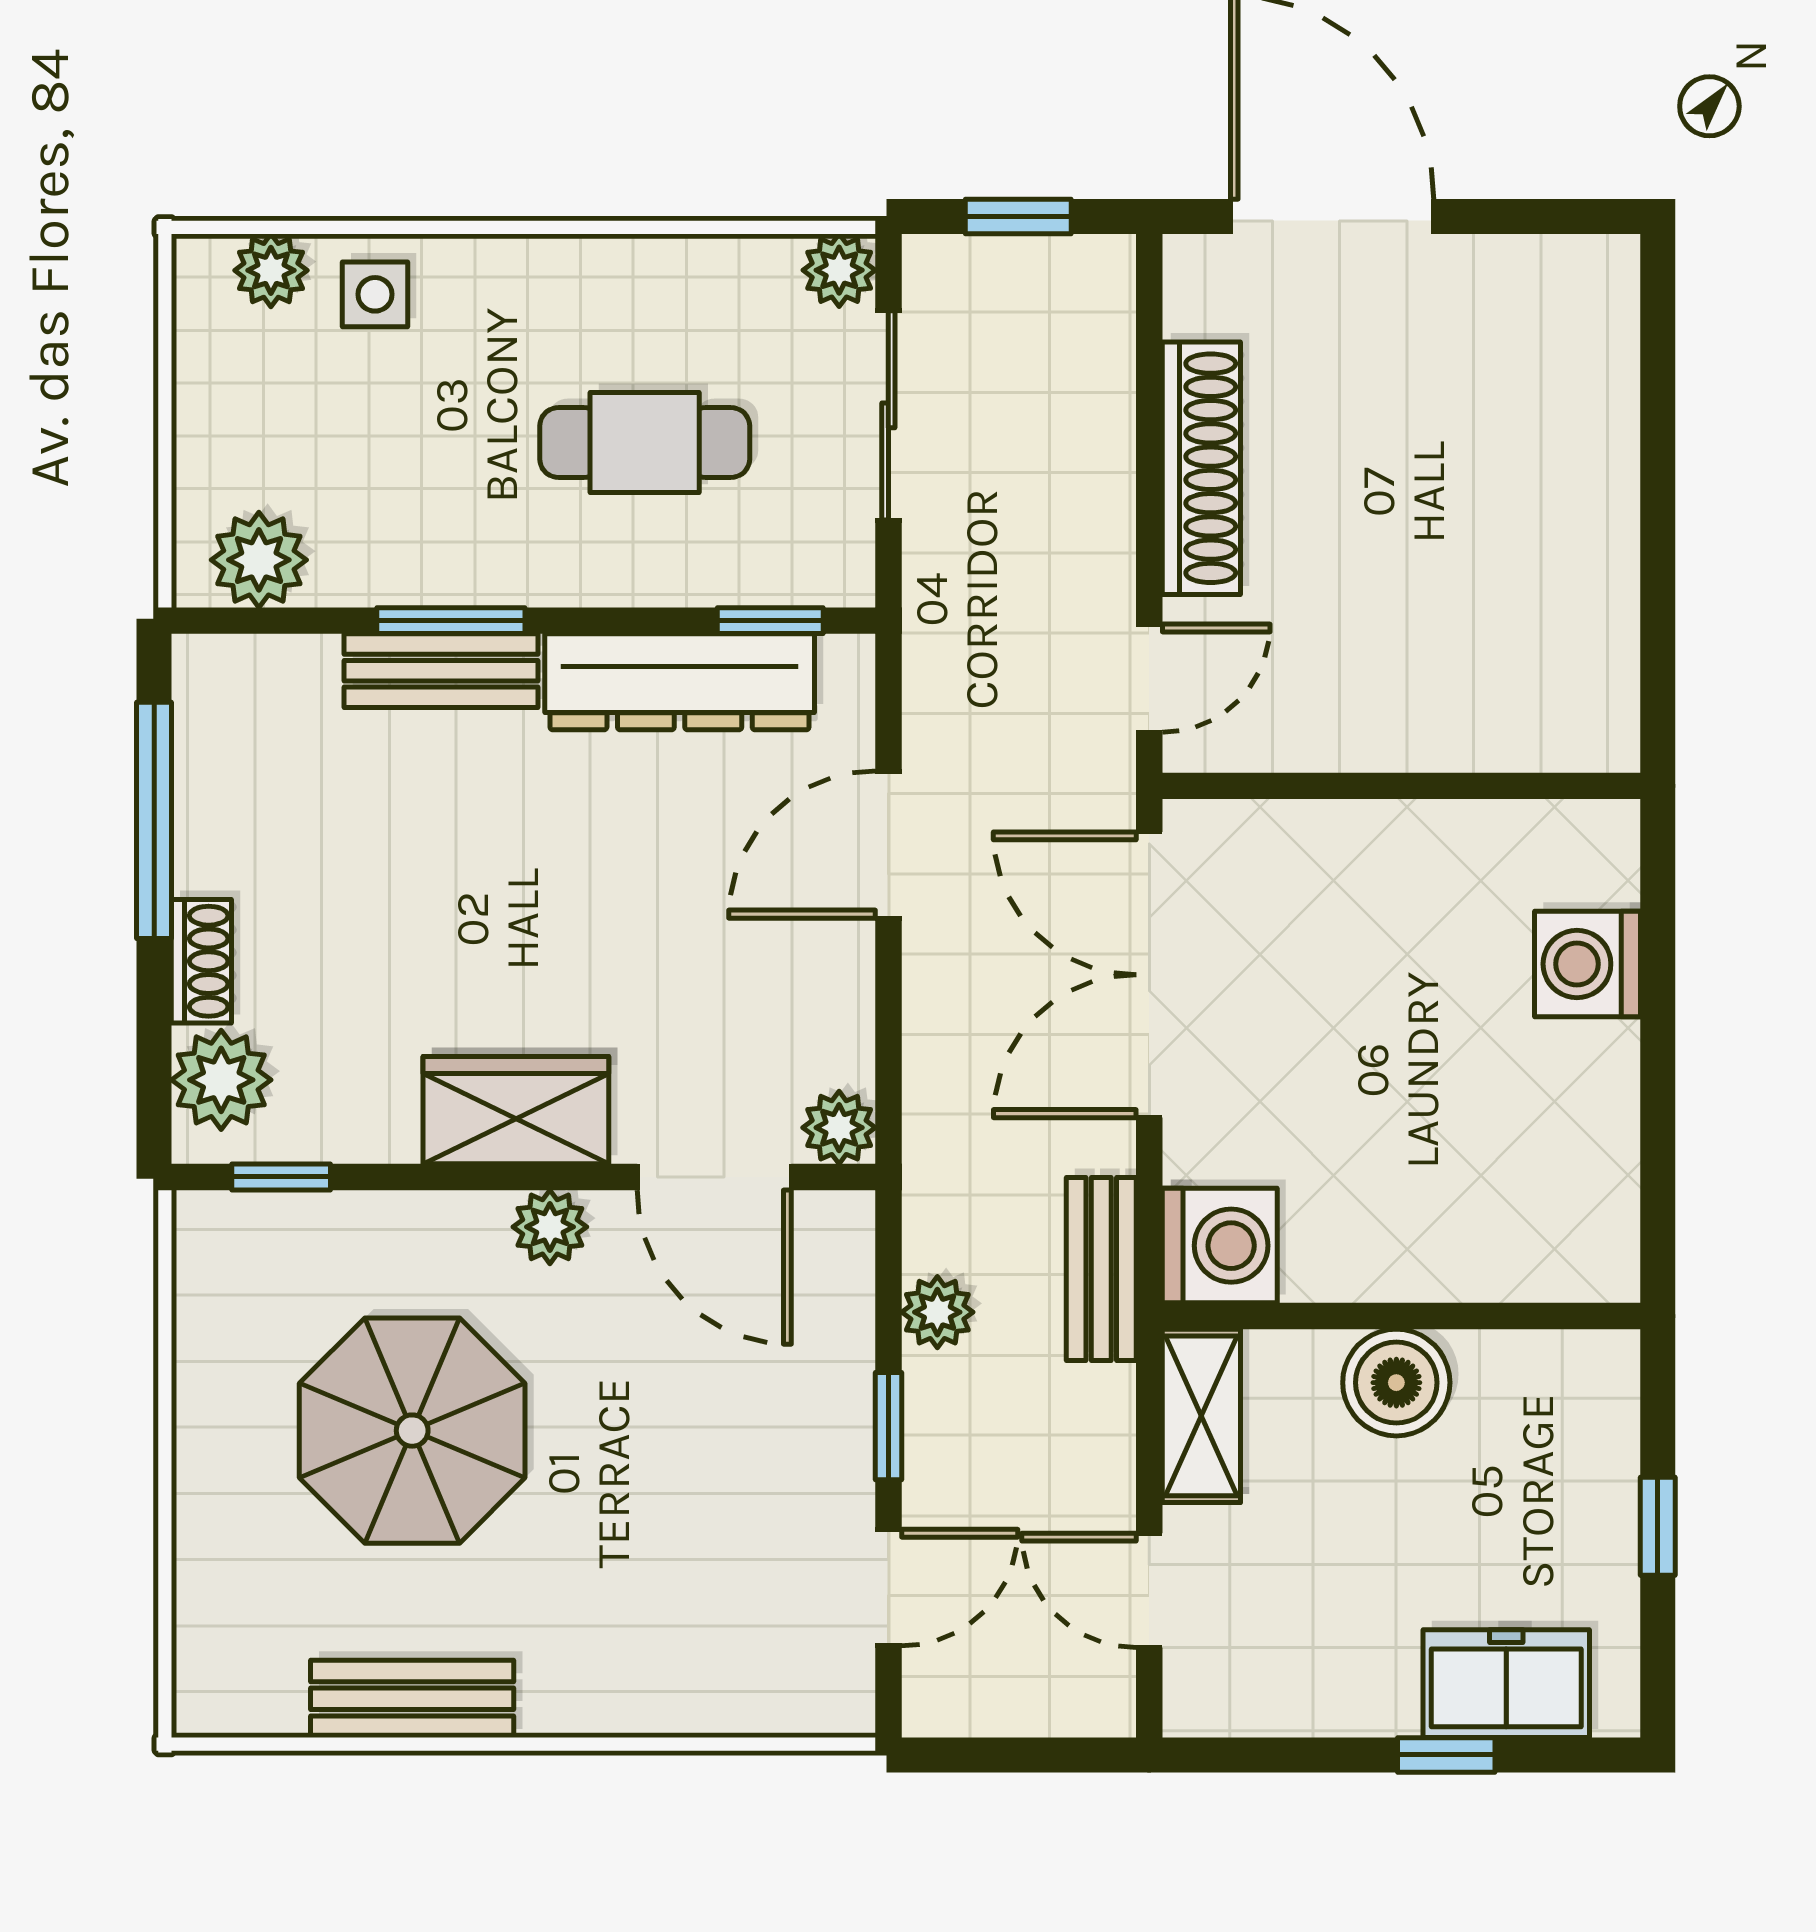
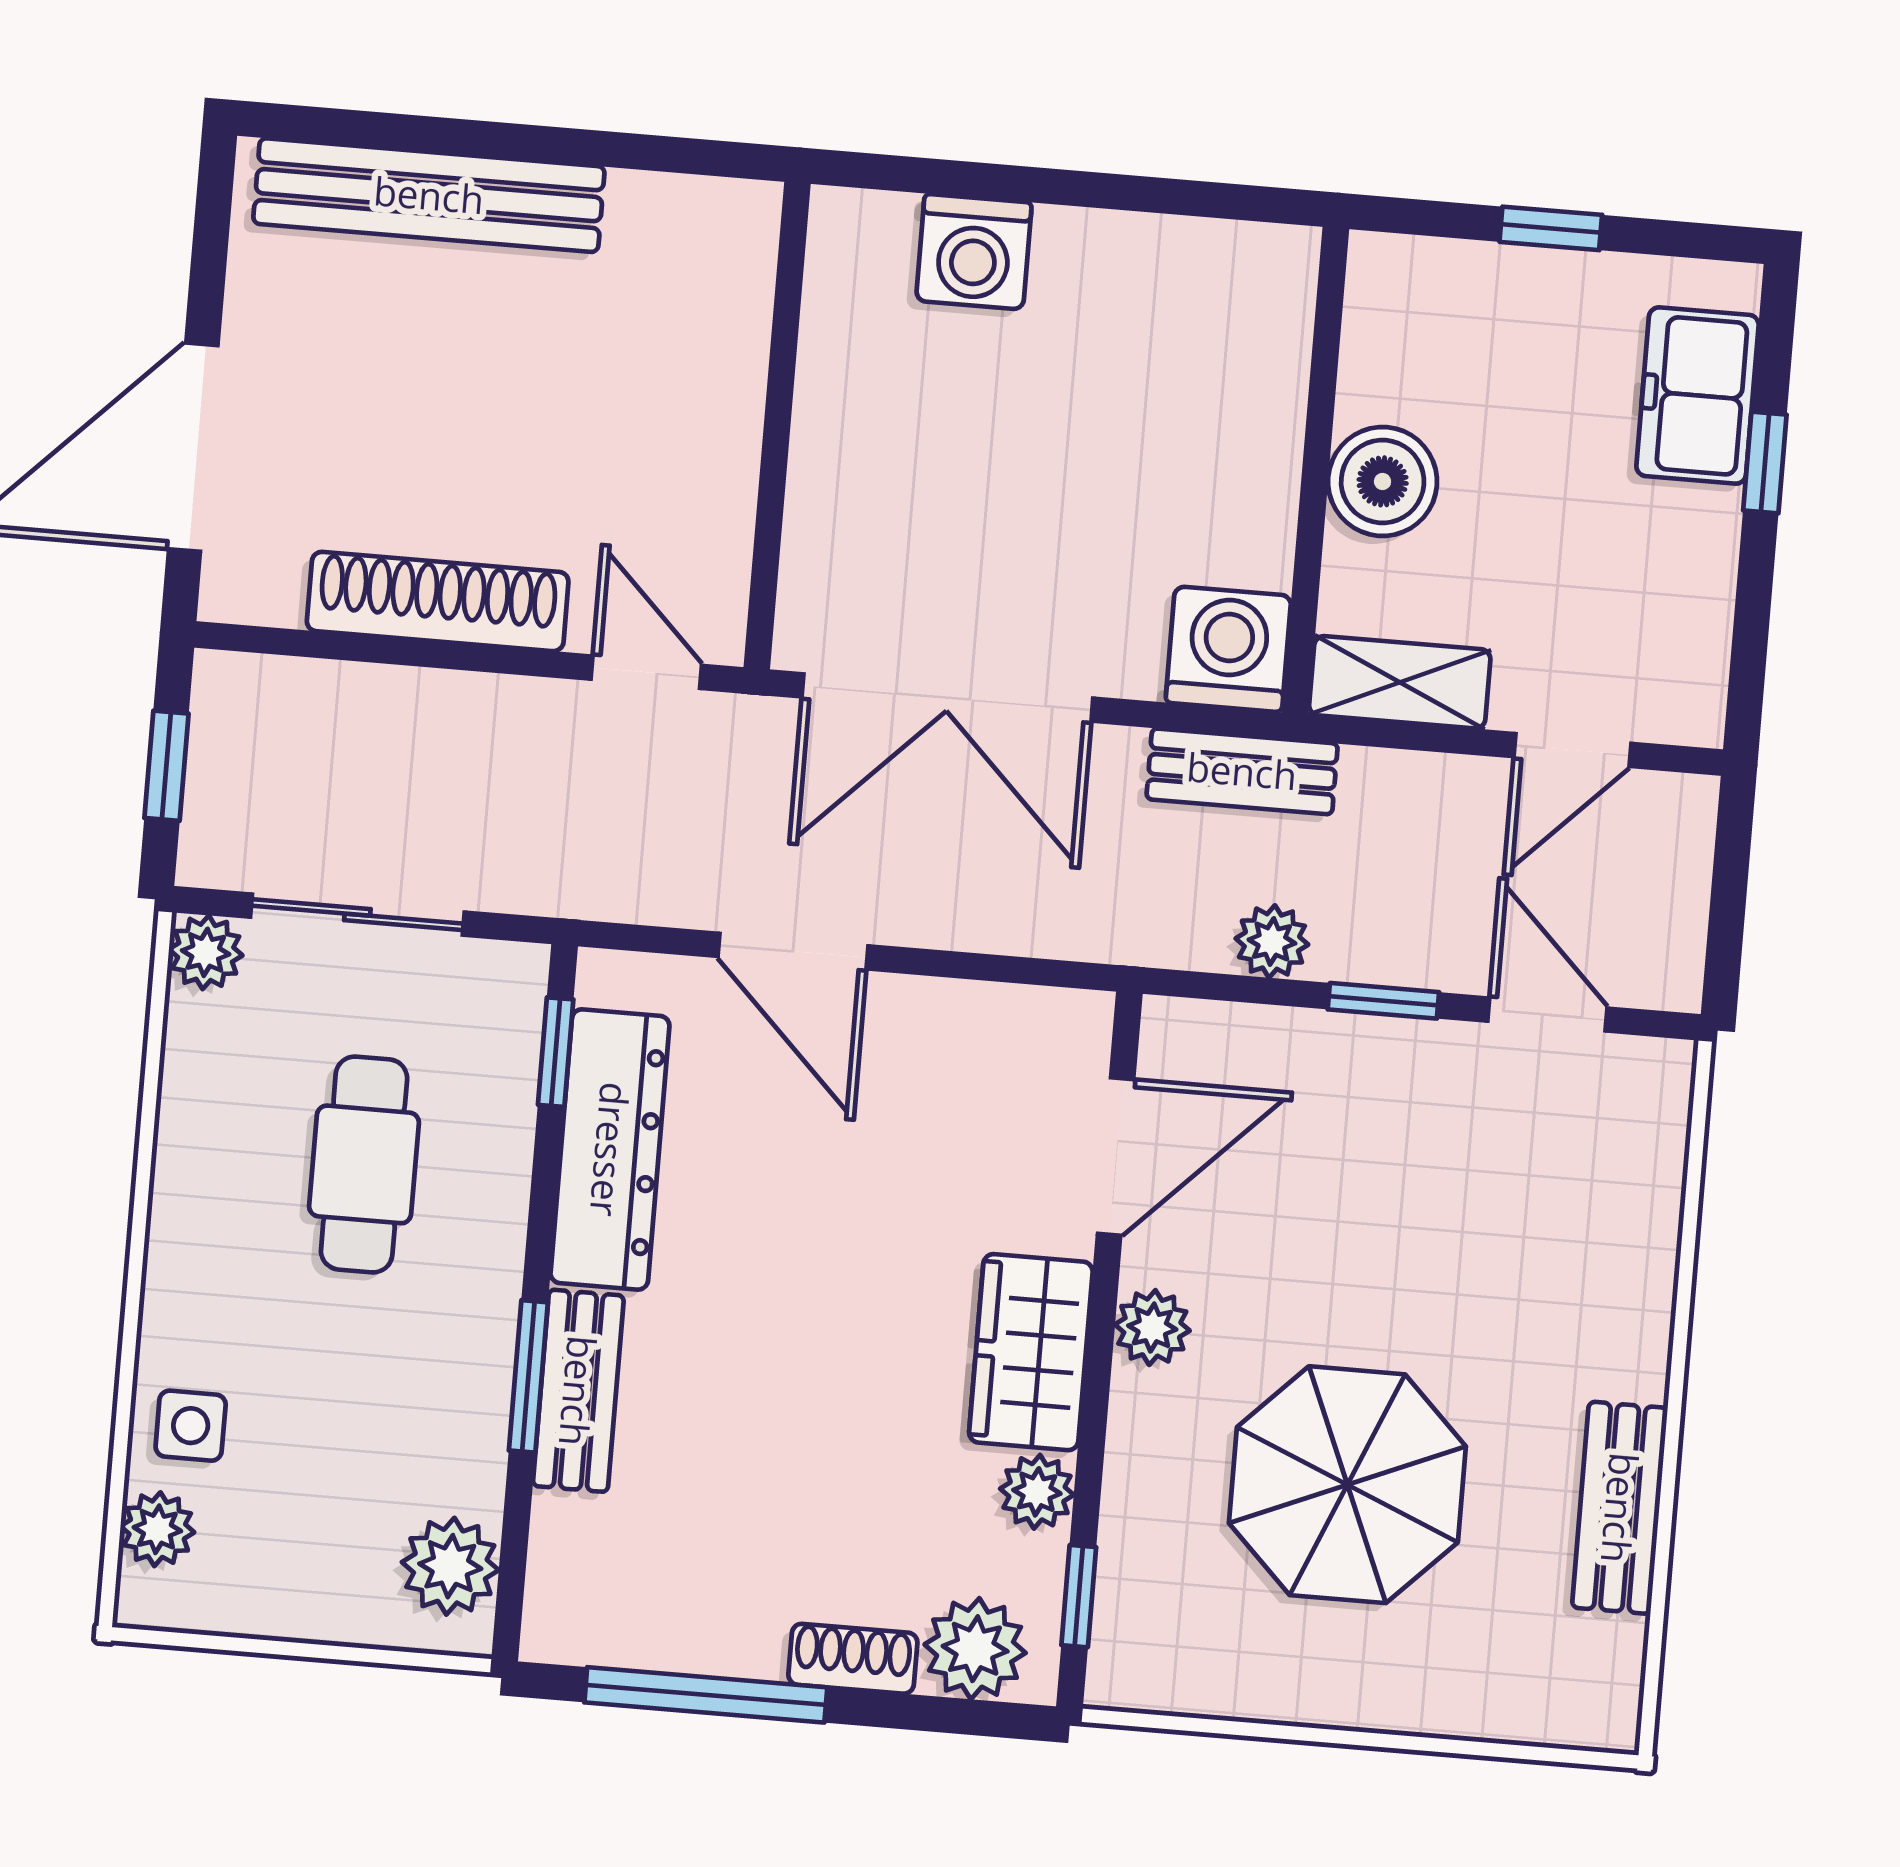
bench: (1598, 426) -> (429, 195), added
plant: (839, 1128) -> (1037, 1492), moved

